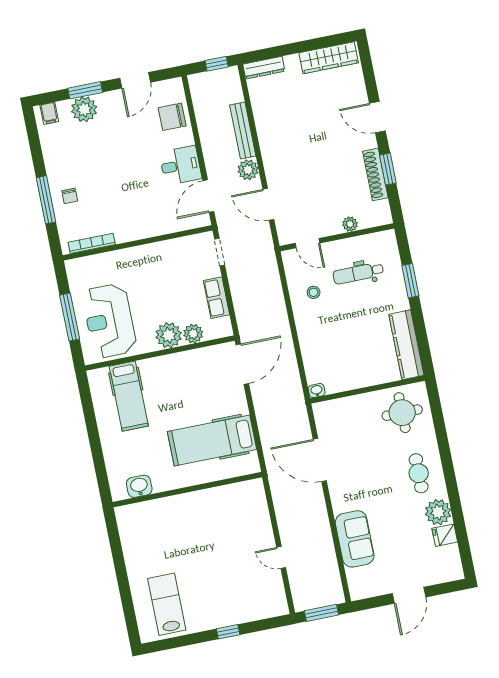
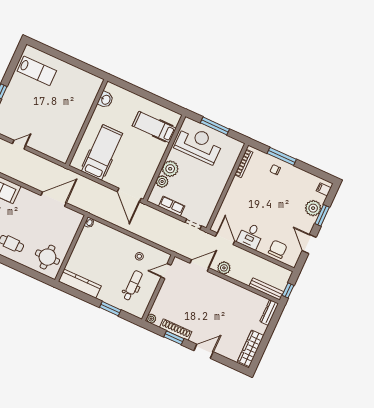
bench: (243, 130) -> (266, 289), moved
plant: (350, 224) -> (151, 319), moved

